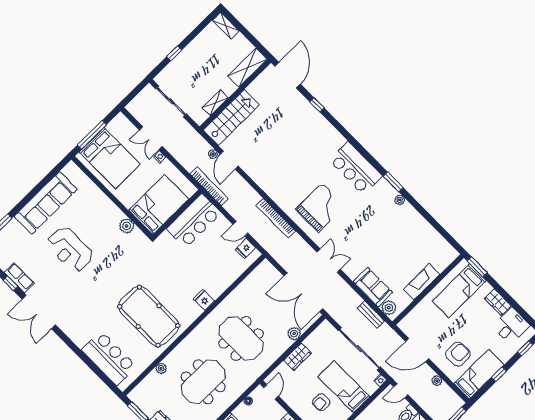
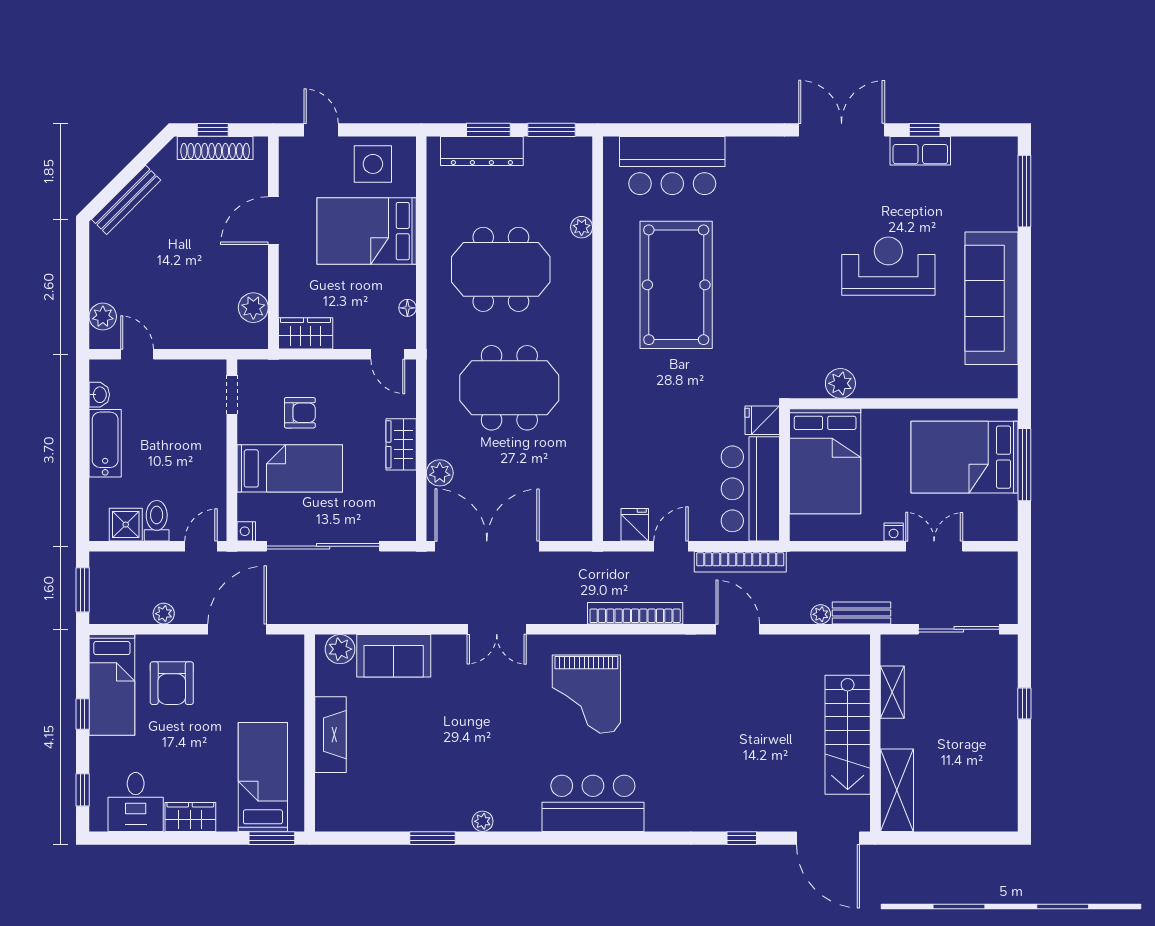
shelving: (226, 26) -> (991, 819), removed
stairs: (231, 118) -> (848, 735), moved
door: (229, 160) -> (738, 629), moved
window: (393, 182) -> (433, 838), moved
bookcase: (209, 186) -> (740, 562), moved
fridge: (204, 300) -> (762, 420), moved, turned 180
bench: (371, 315) -> (861, 613), moved
pool table: (149, 316) -> (676, 285), turned 90
meeting table: (203, 382) -> (501, 269), turned 90
armchair: (321, 402) -> (300, 413), turned 90

